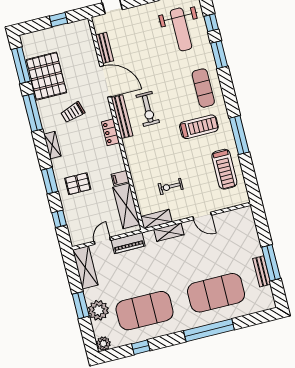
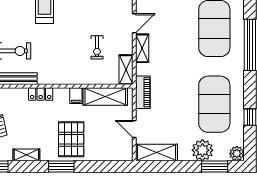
locker: (110, 132) -> (41, 94), moved
pallet: (78, 184) -> (71, 139), width x1.50, depth x1.42
window: (59, 219) -> (101, 167), removed
shelving: (169, 232) -> (142, 48), moved
piano: (128, 243) -> (143, 92), moved
window: (81, 305) -> (215, 167), moved

